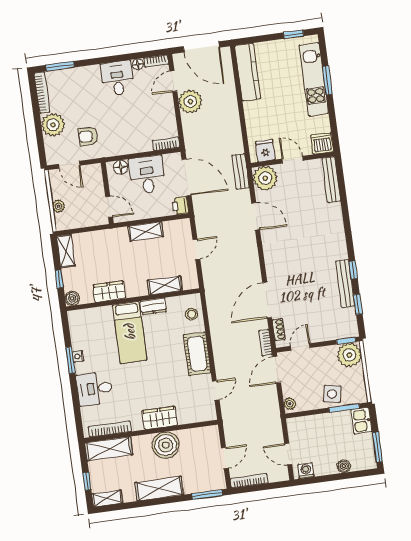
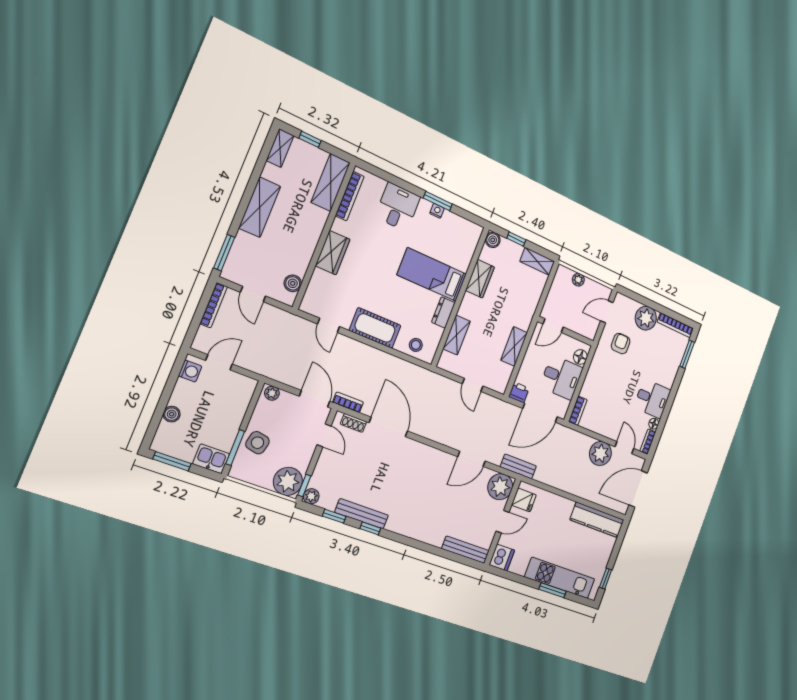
plant: (352, 331) -> (311, 496), added
boiler: (166, 445) -> (293, 283), moved, width x0.54, depth x0.54

